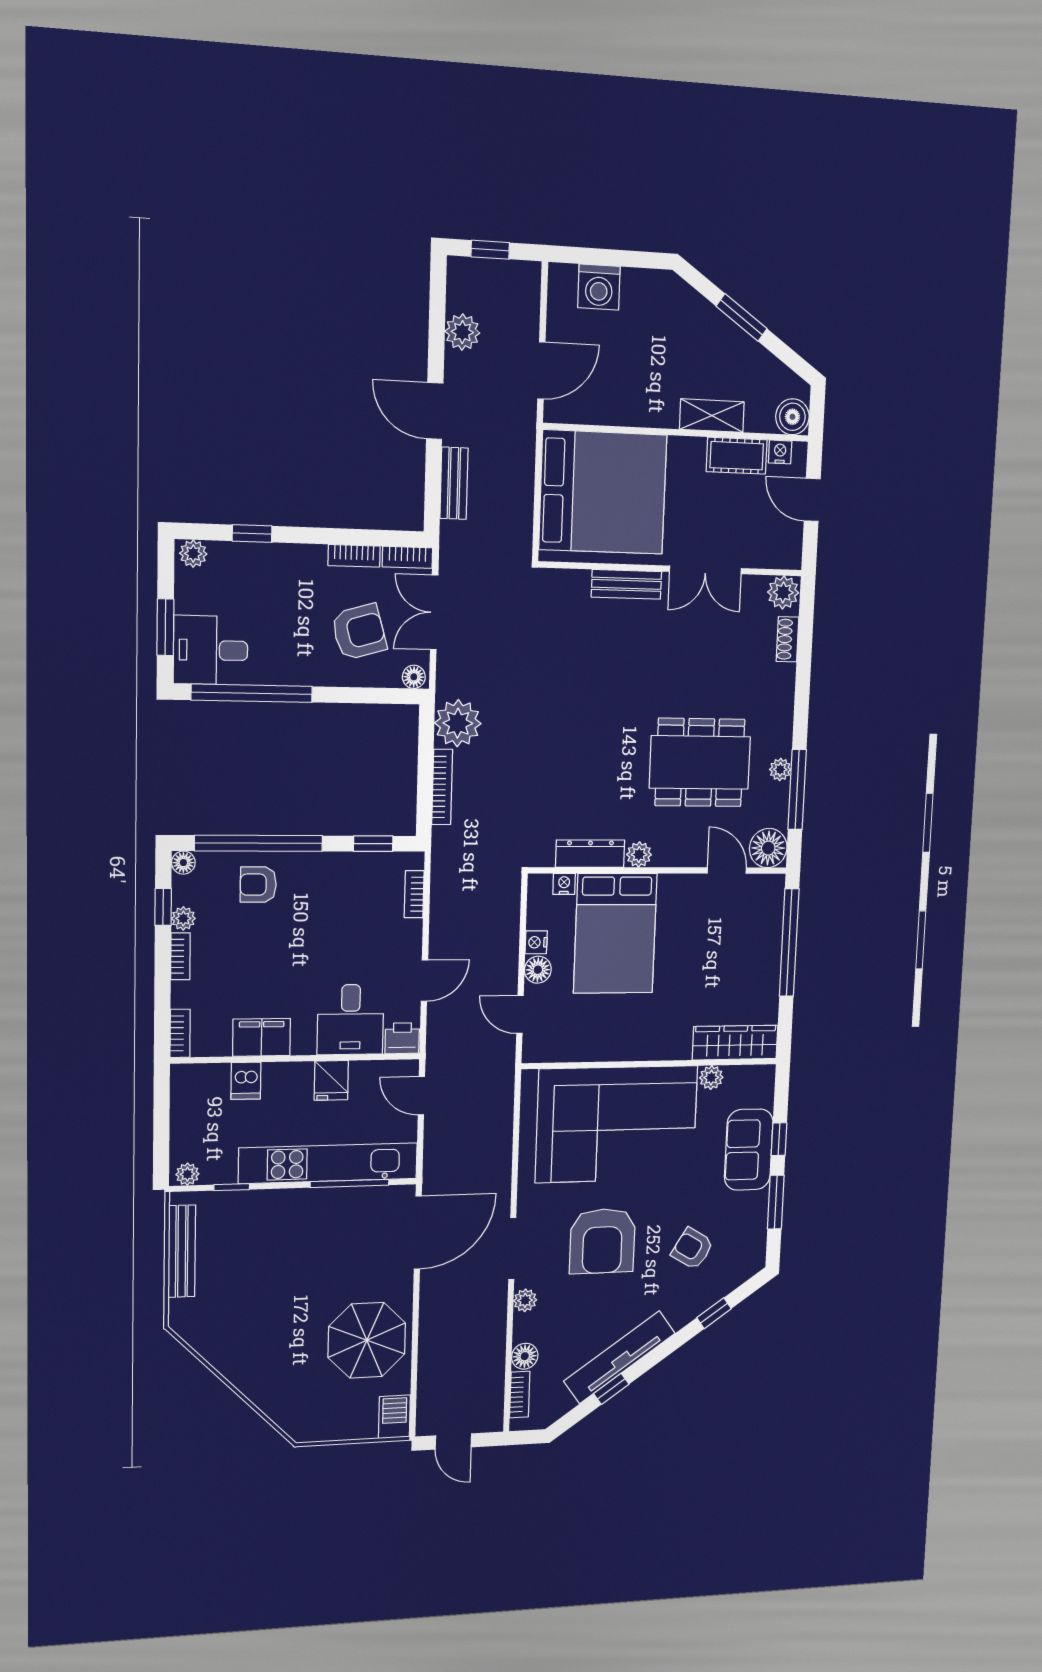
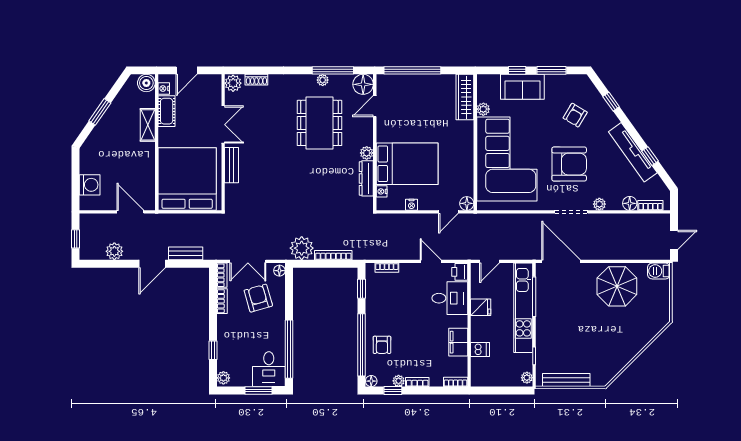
floor lamp: (538, 970) -> (467, 203), moved

